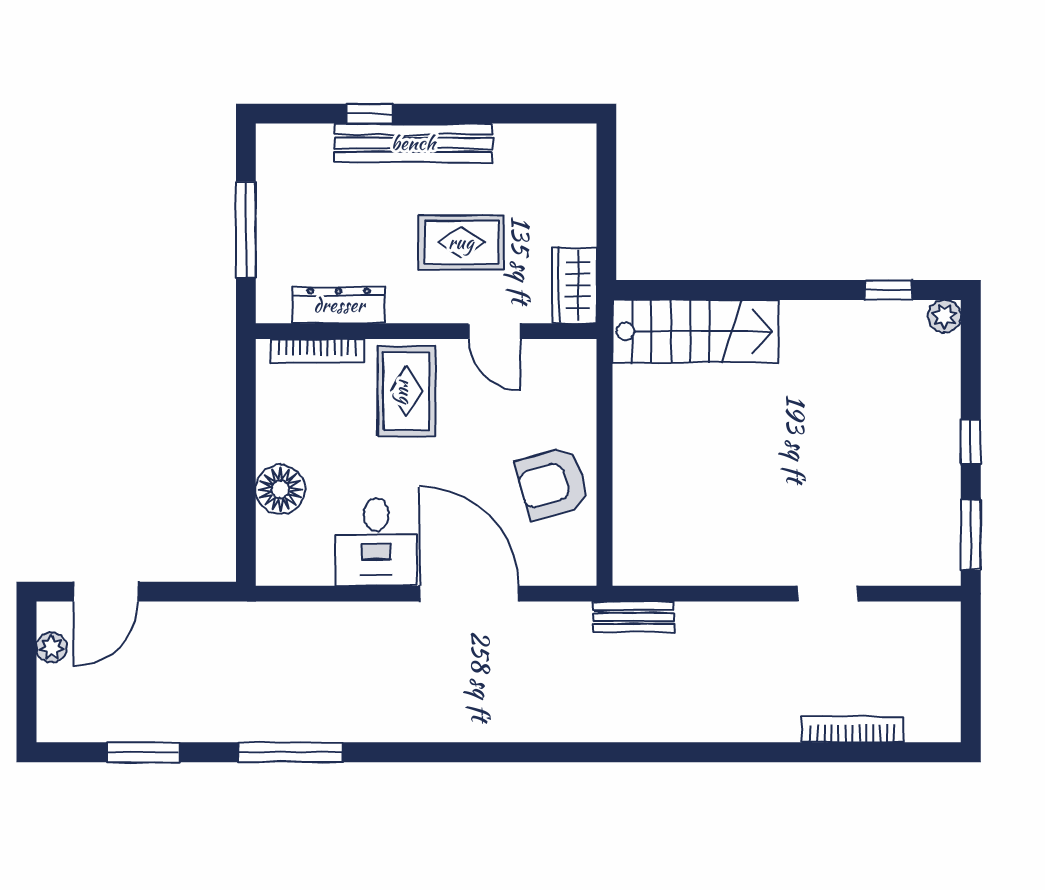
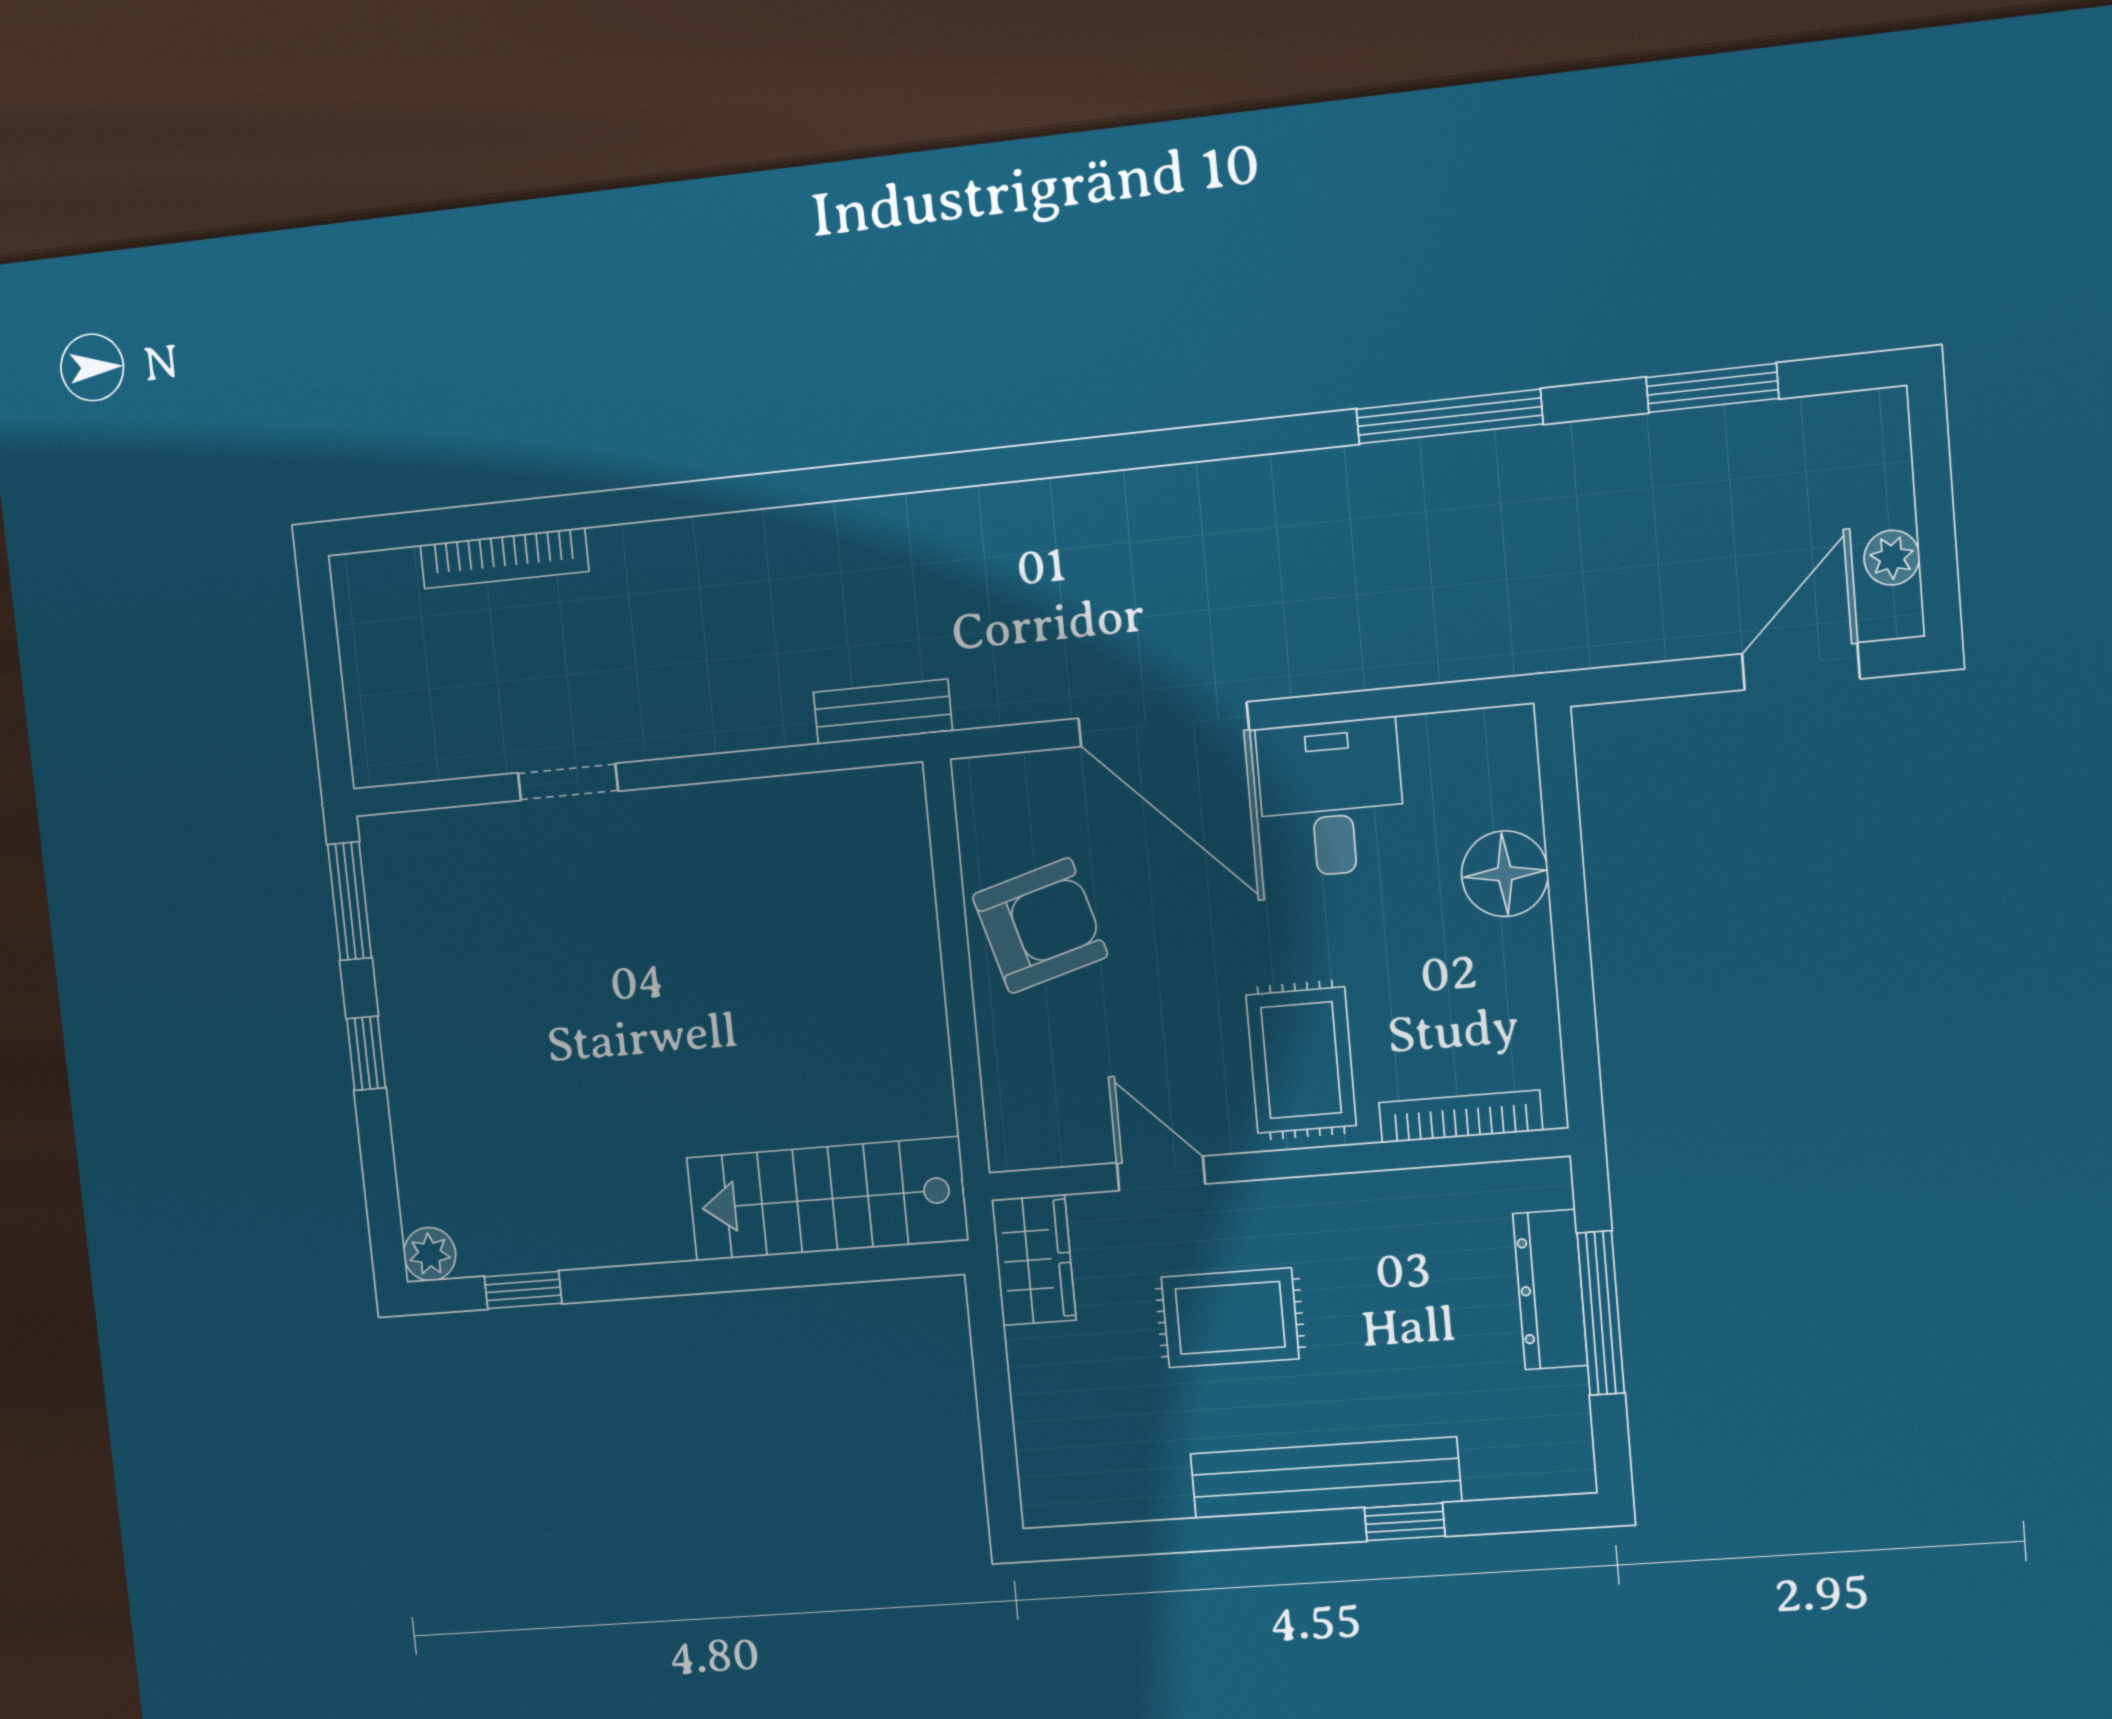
dresser: (339, 305) -> (1550, 1290), moved, turned 90

